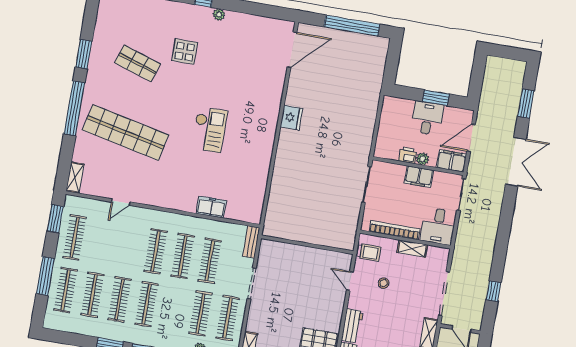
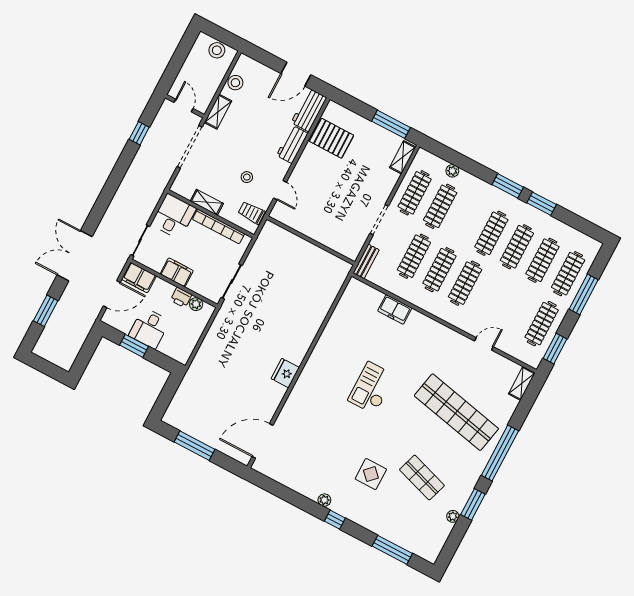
window: (352, 26) -> (195, 446), width x0.68
plant: (98, 37) -> (453, 516), added
plant: (423, 159) -> (196, 304), moved

